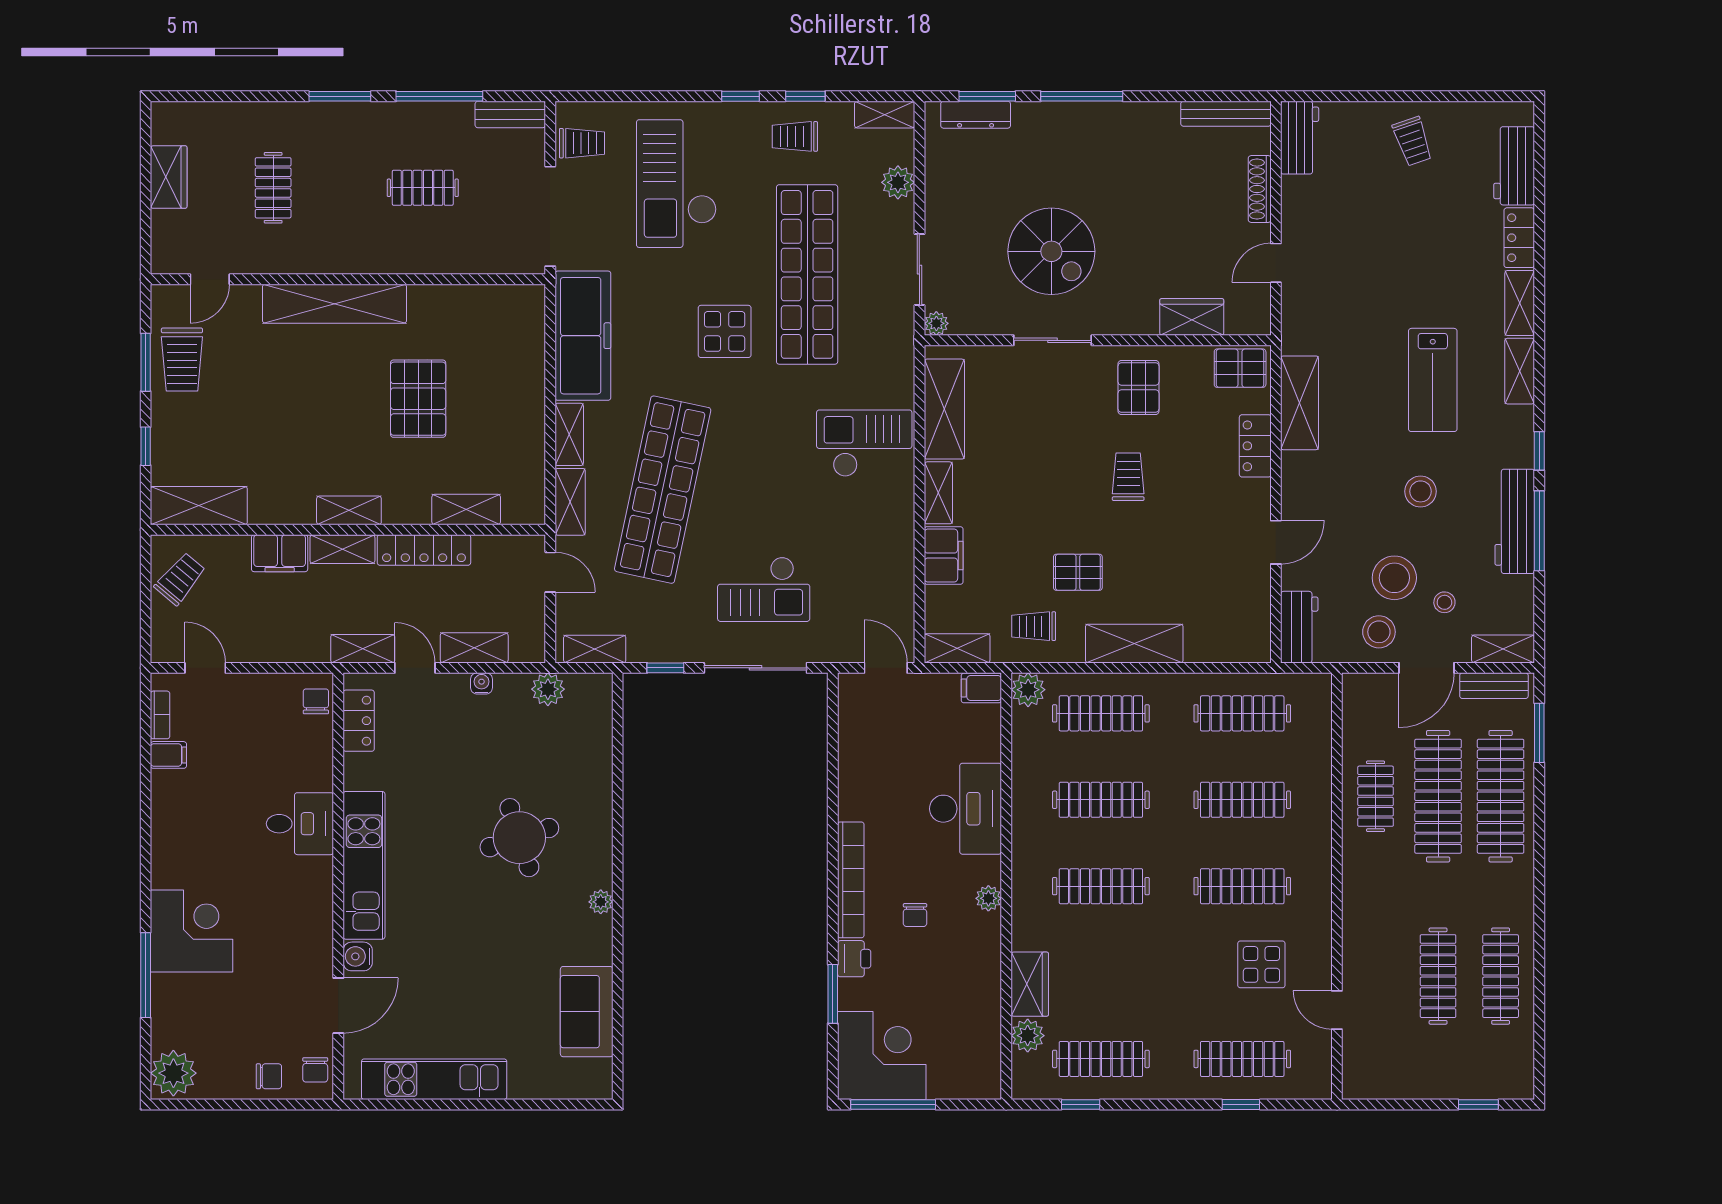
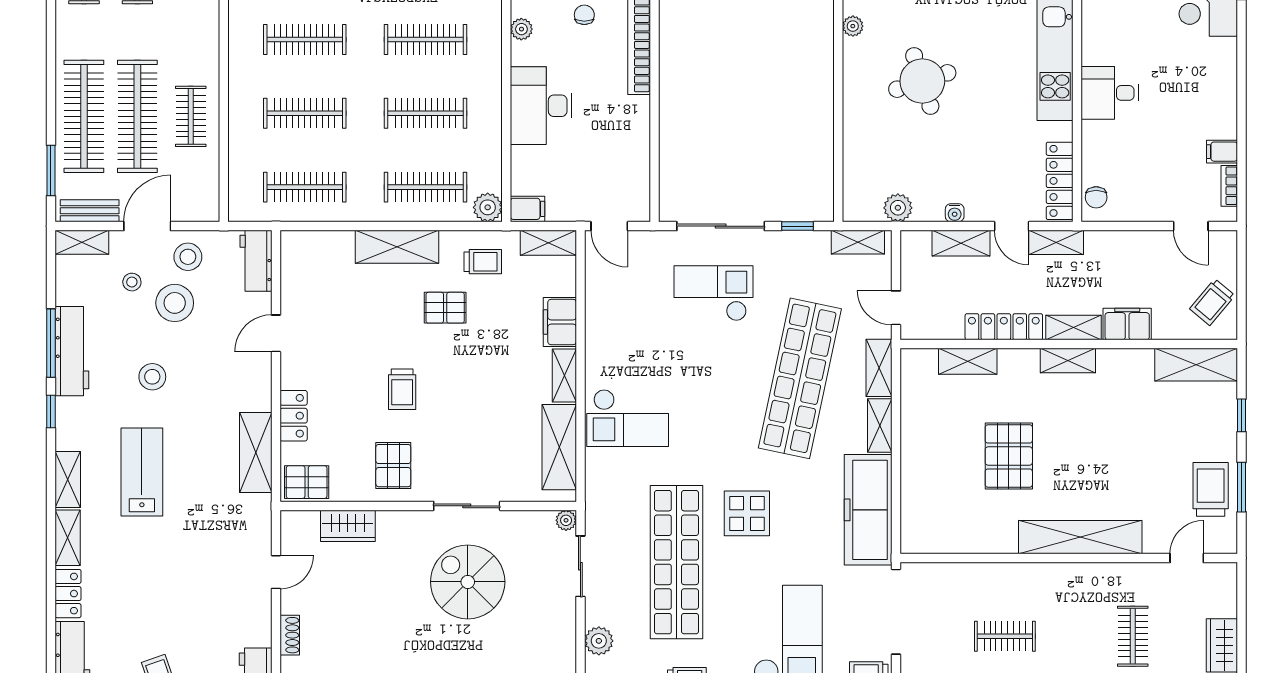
shoe rack: (1260, 189) -> (290, 635), width x0.70
locker: (359, 721) -> (1060, 181), width x1.53

